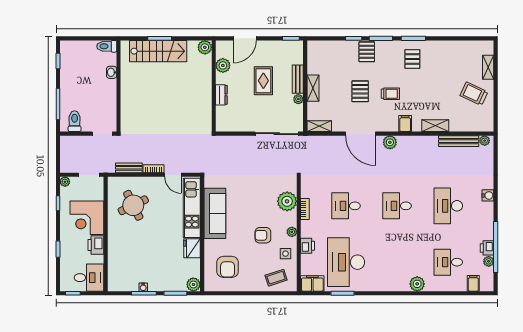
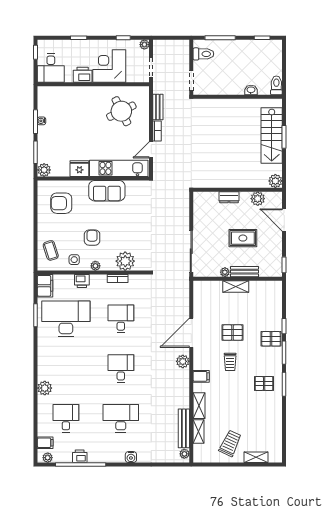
shelving: (319, 126) -> (198, 432), moved
sofa: (215, 213) -> (107, 191), width x0.73
plant: (489, 261) -> (48, 458), moved

